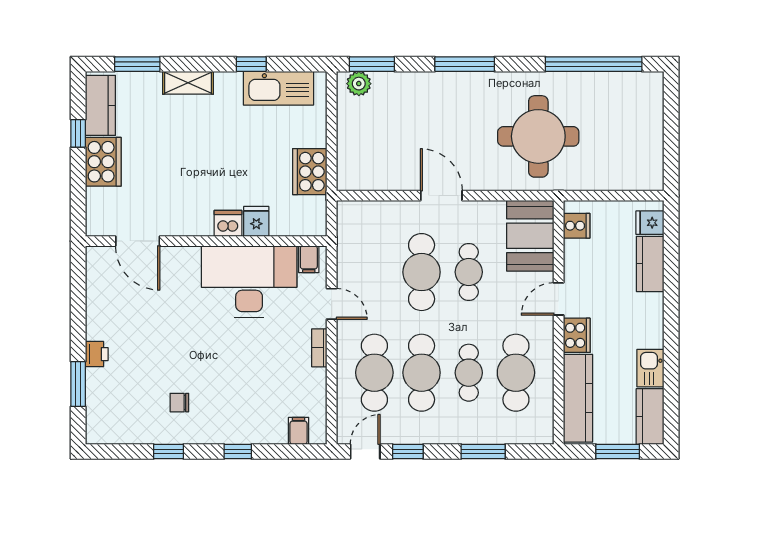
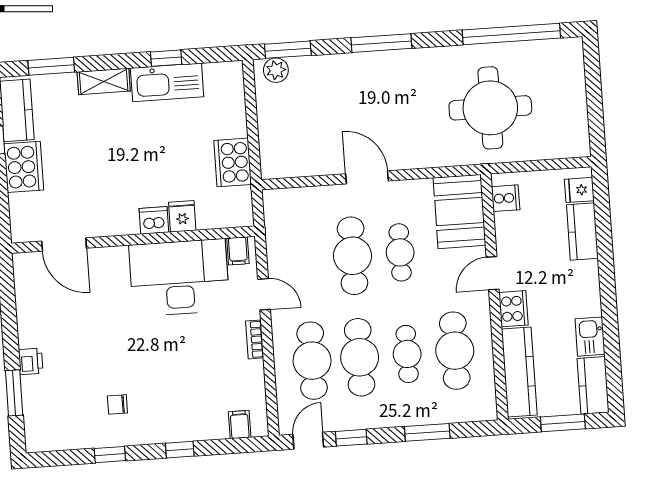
kitchen sink: (278, 88) -> (167, 82), moved
round table: (538, 136) -> (490, 108), moved

